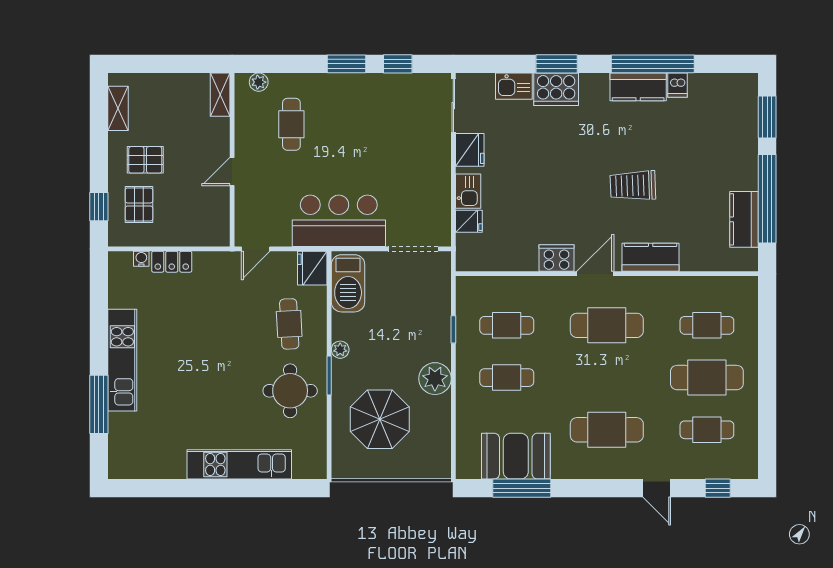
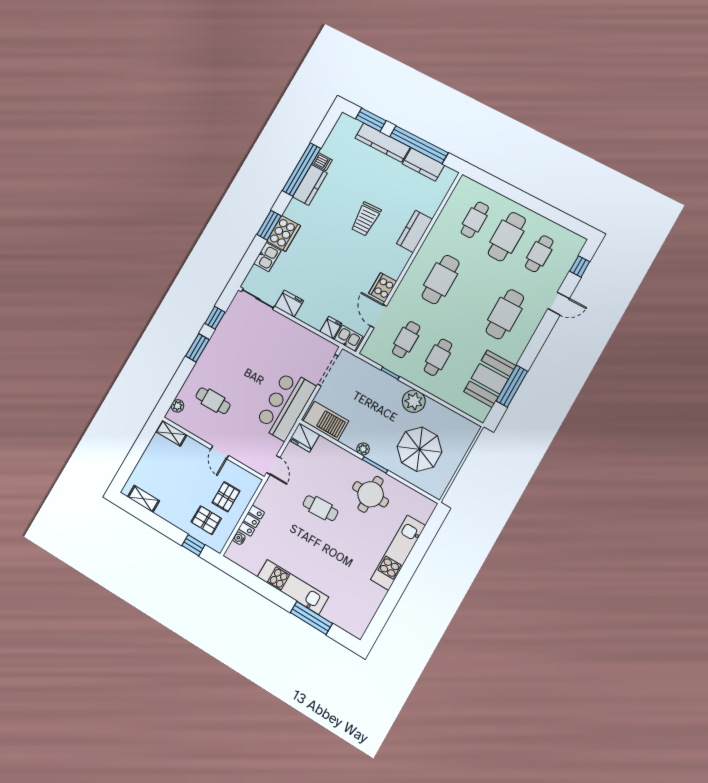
kitchen counter: (745, 150) -> (382, 143), added
pallet: (145, 160) -> (226, 497), moved
kitchen sink: (468, 191) -> (348, 338), moved
door: (595, 274) -> (379, 316), moved
cafe table: (289, 324) -> (320, 508), moved

